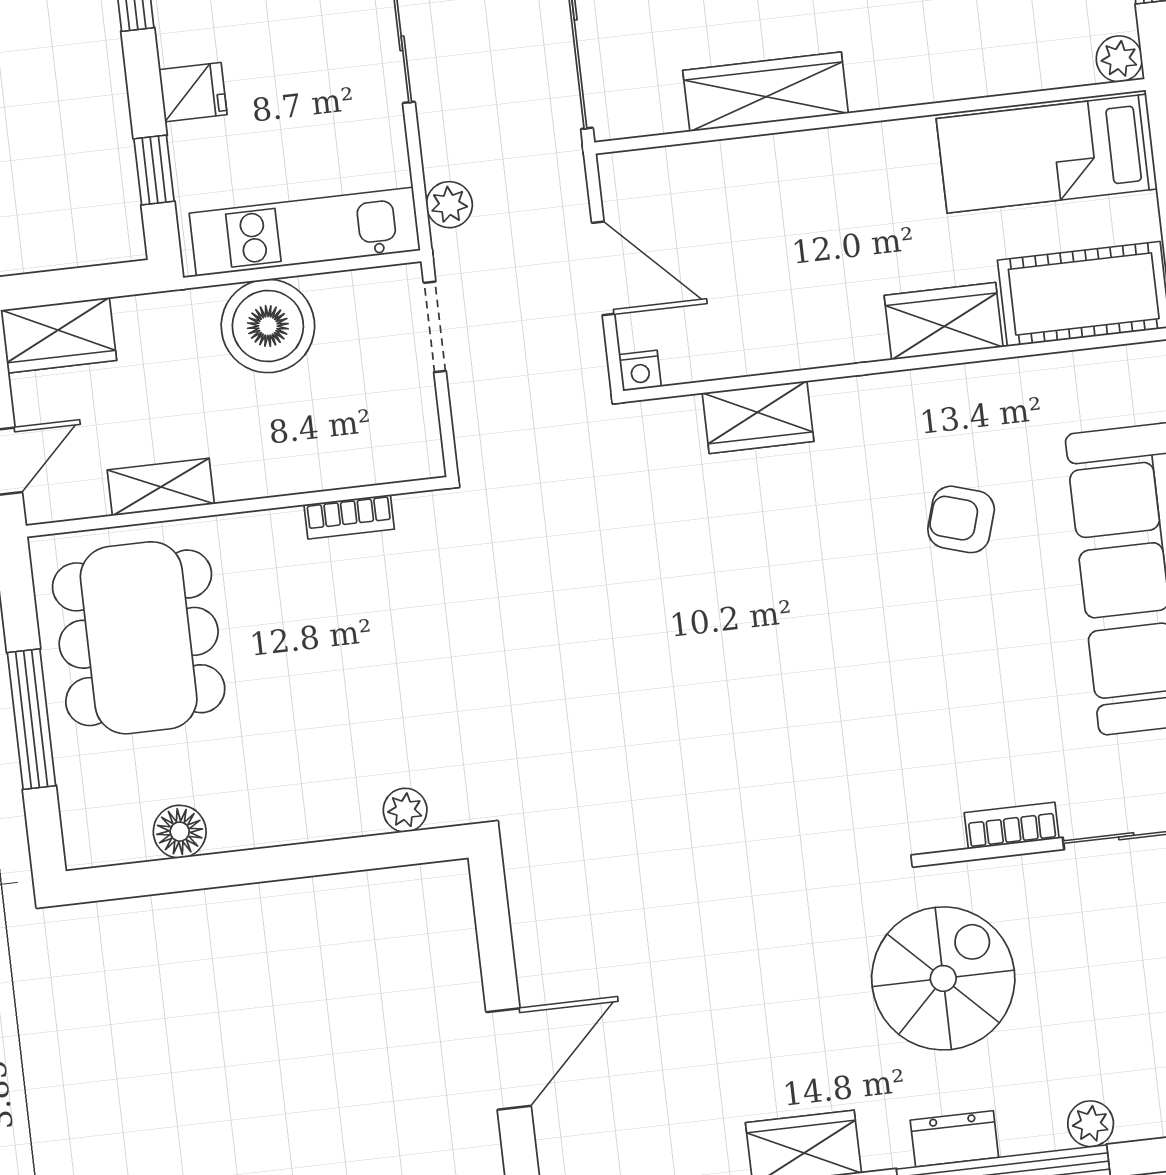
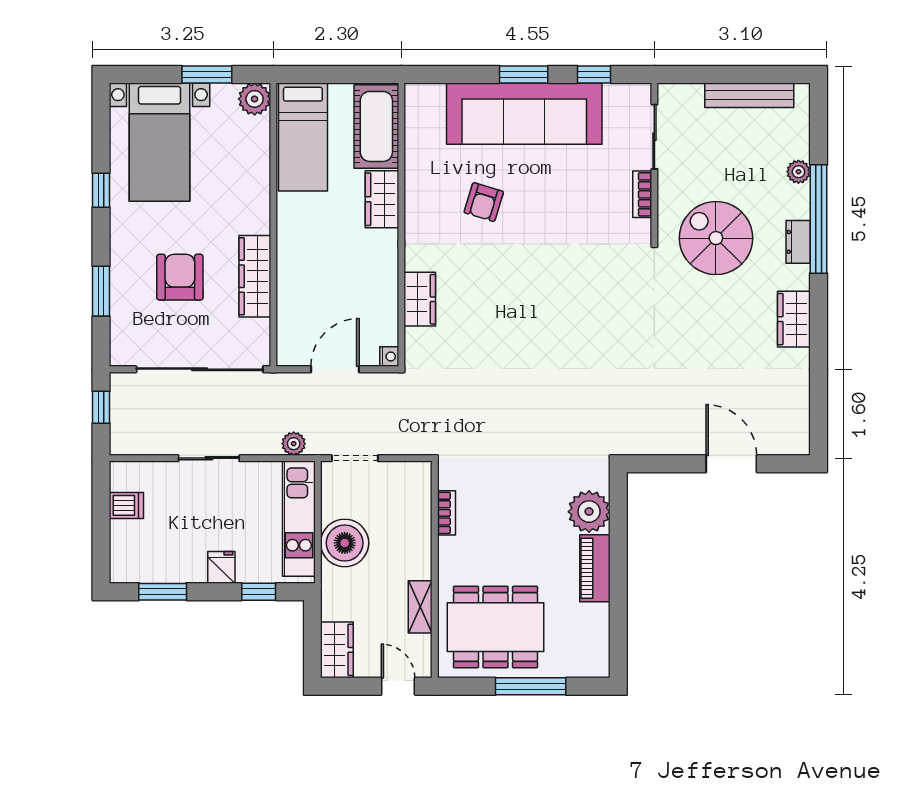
plant: (1119, 59) -> (255, 99), width x1.38, depth x1.38
plant: (405, 810) -> (589, 512), width x1.88, depth x1.88
piano: (275, 818) -> (595, 568), added
floor lamp: (180, 832) -> (596, 618), removed

